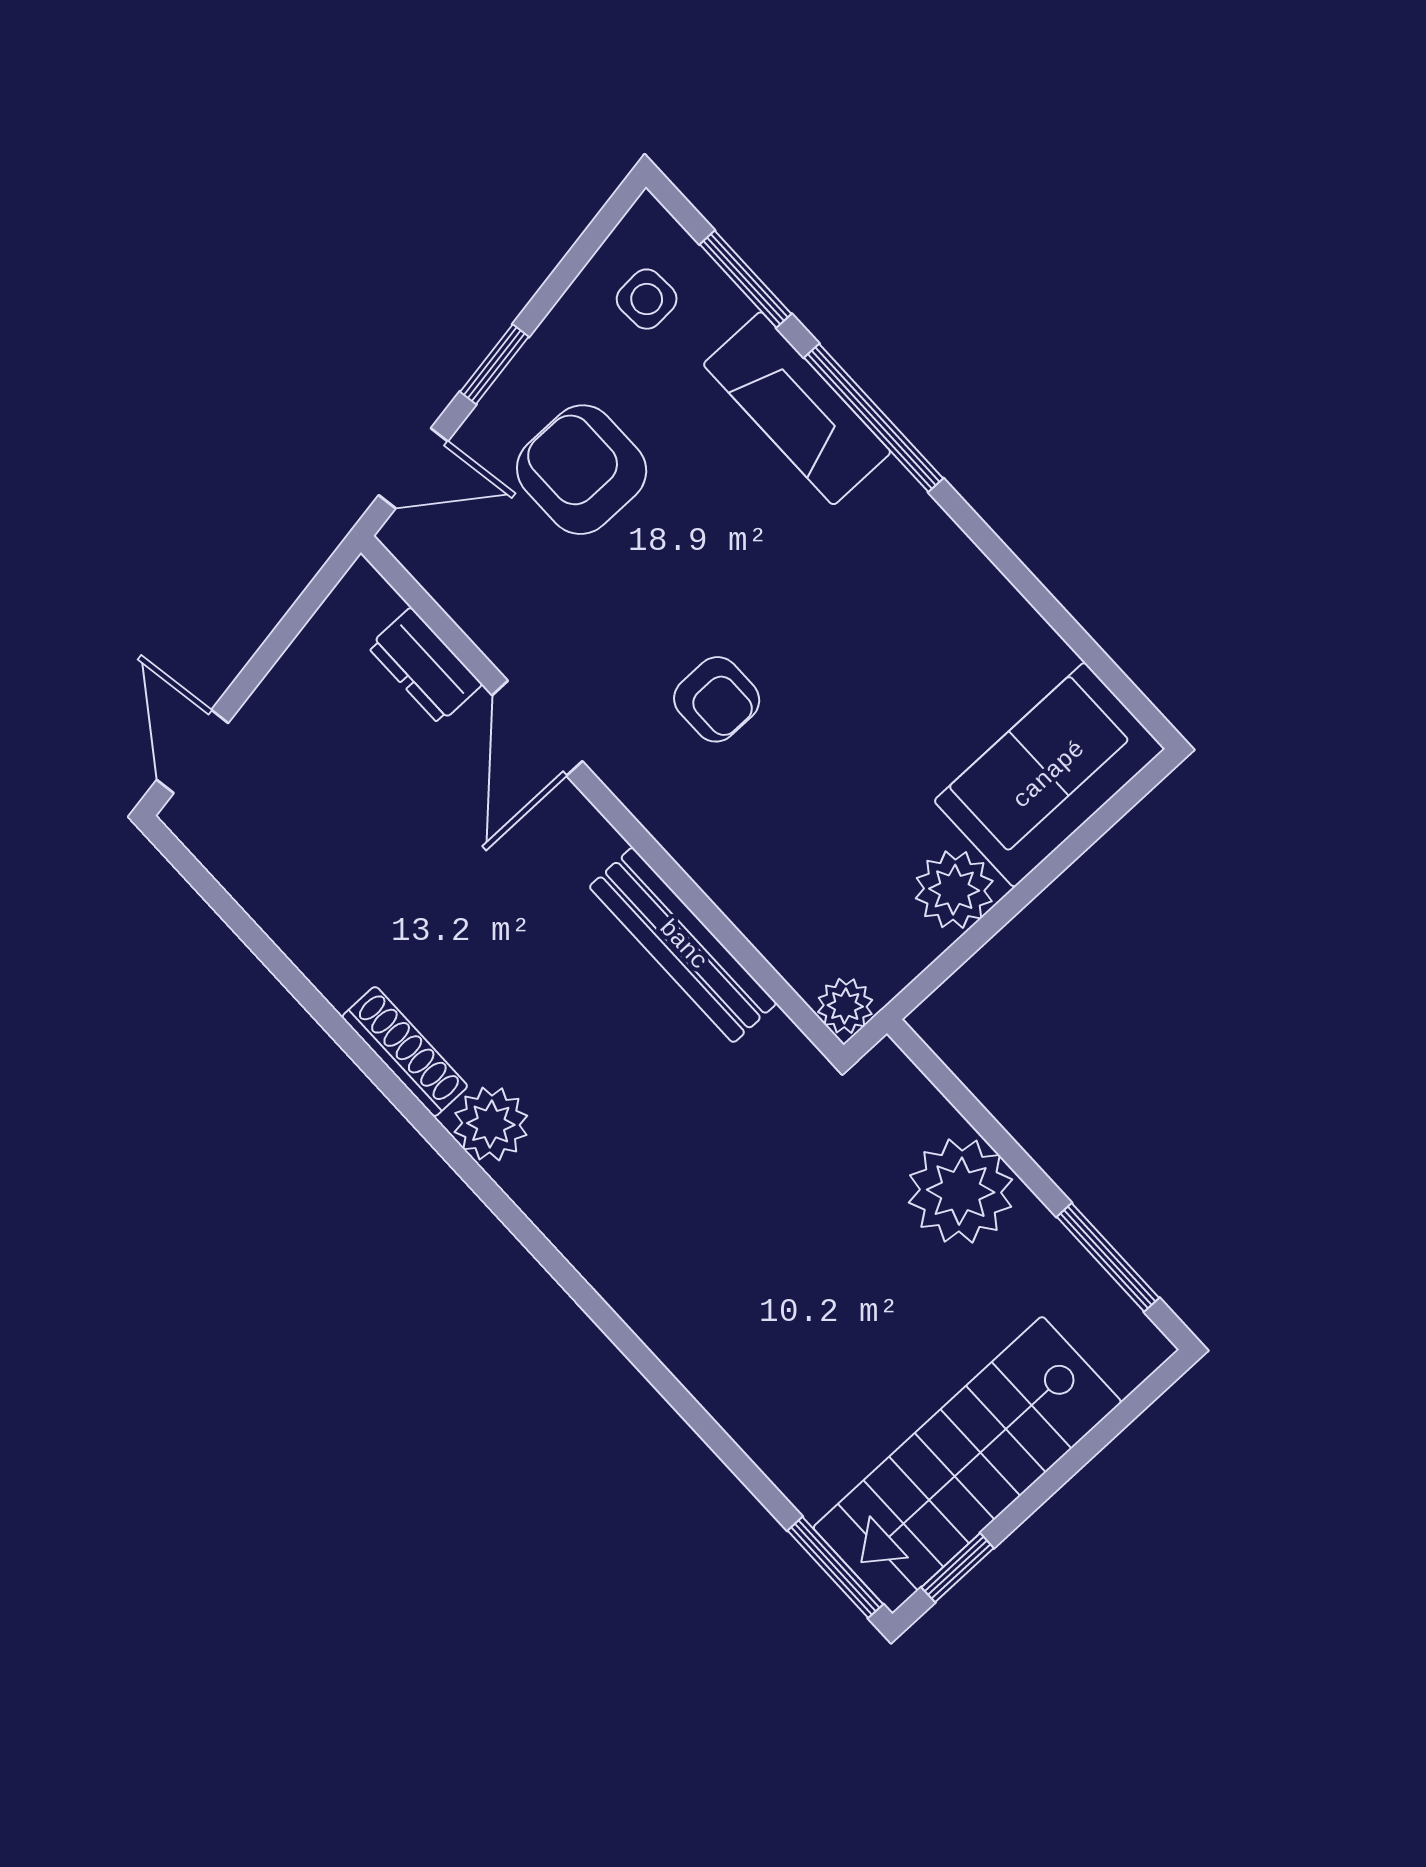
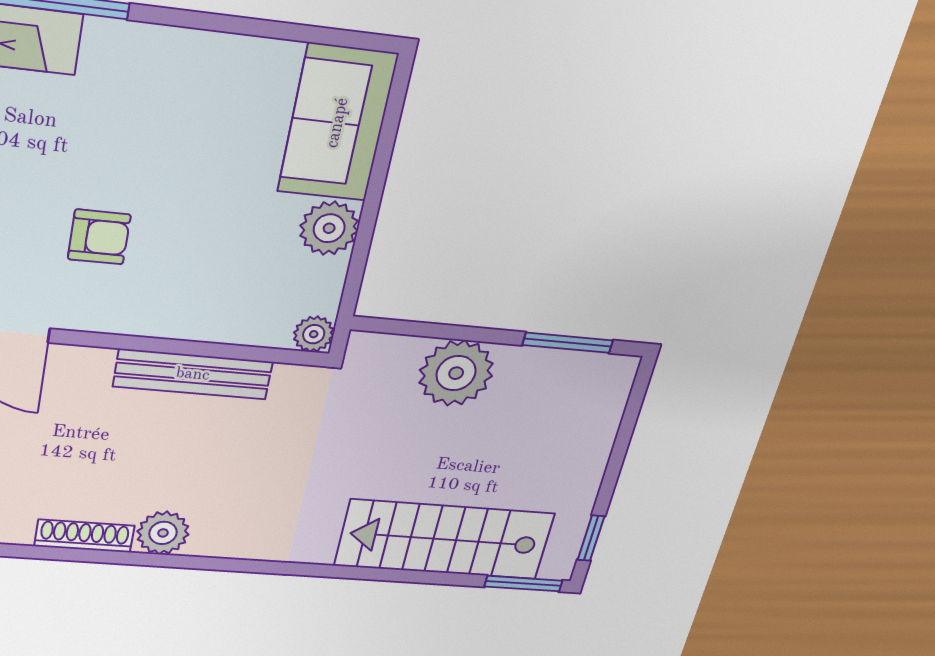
stairs: (967, 1465) -> (445, 540), moved, turned 90

